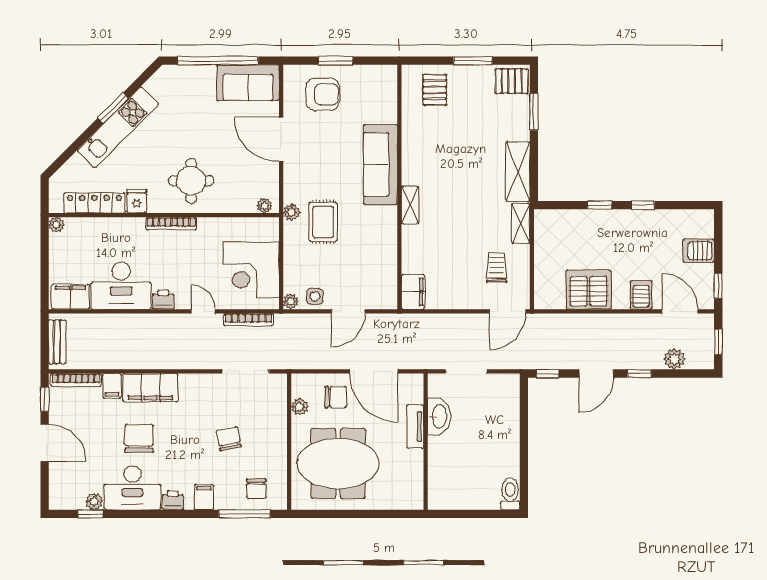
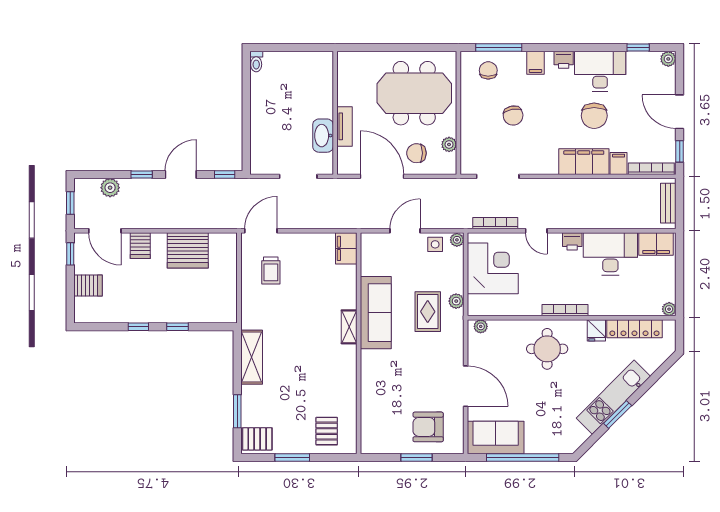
sofa: (380, 165) -> (376, 313), moved
plant: (292, 212) -> (456, 301), moved
shelving: (521, 223) -> (249, 310), removed
toilet: (510, 494) -> (256, 62), width x0.73, depth x0.72
plant: (94, 501) -> (668, 59), moved

